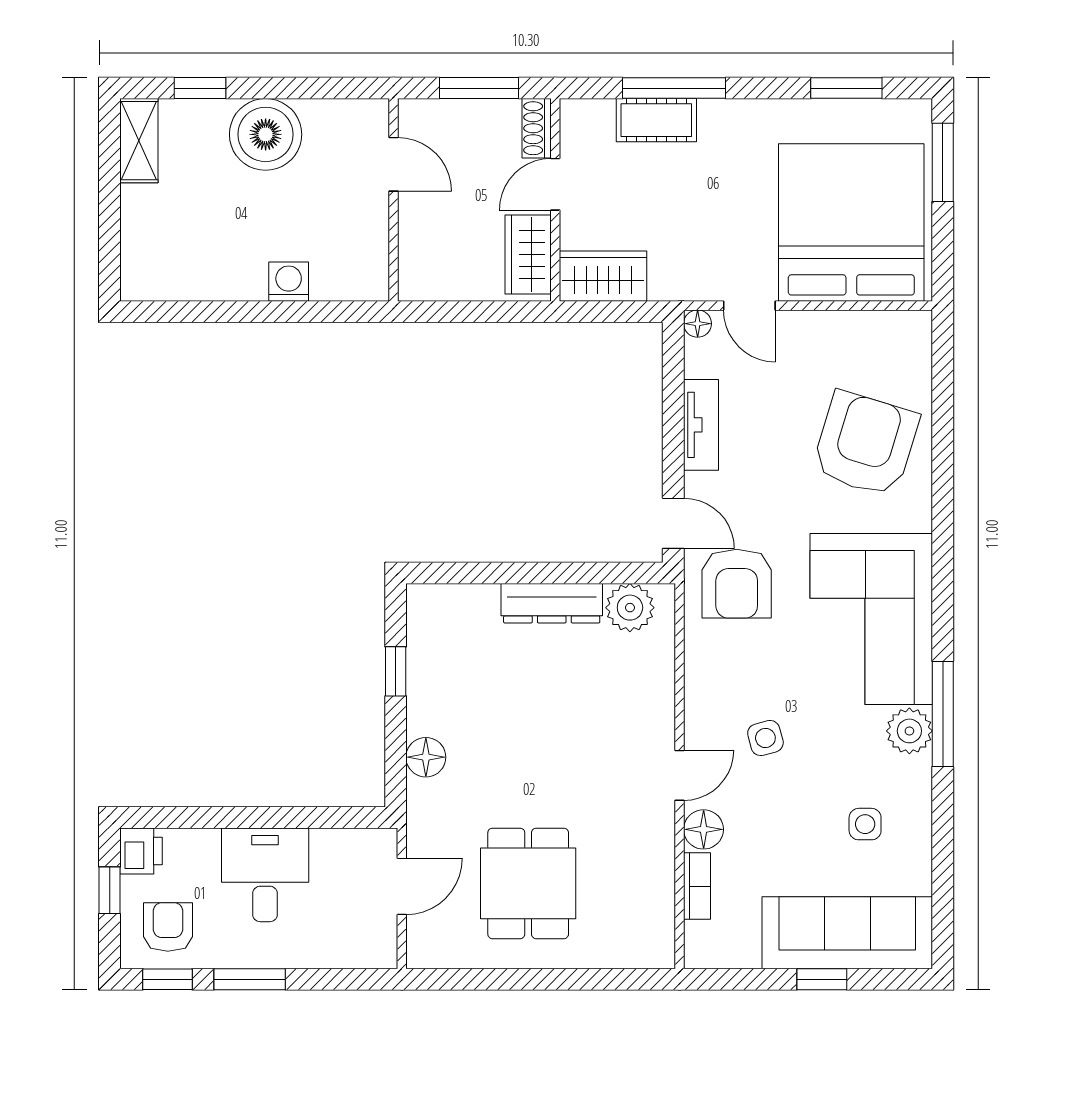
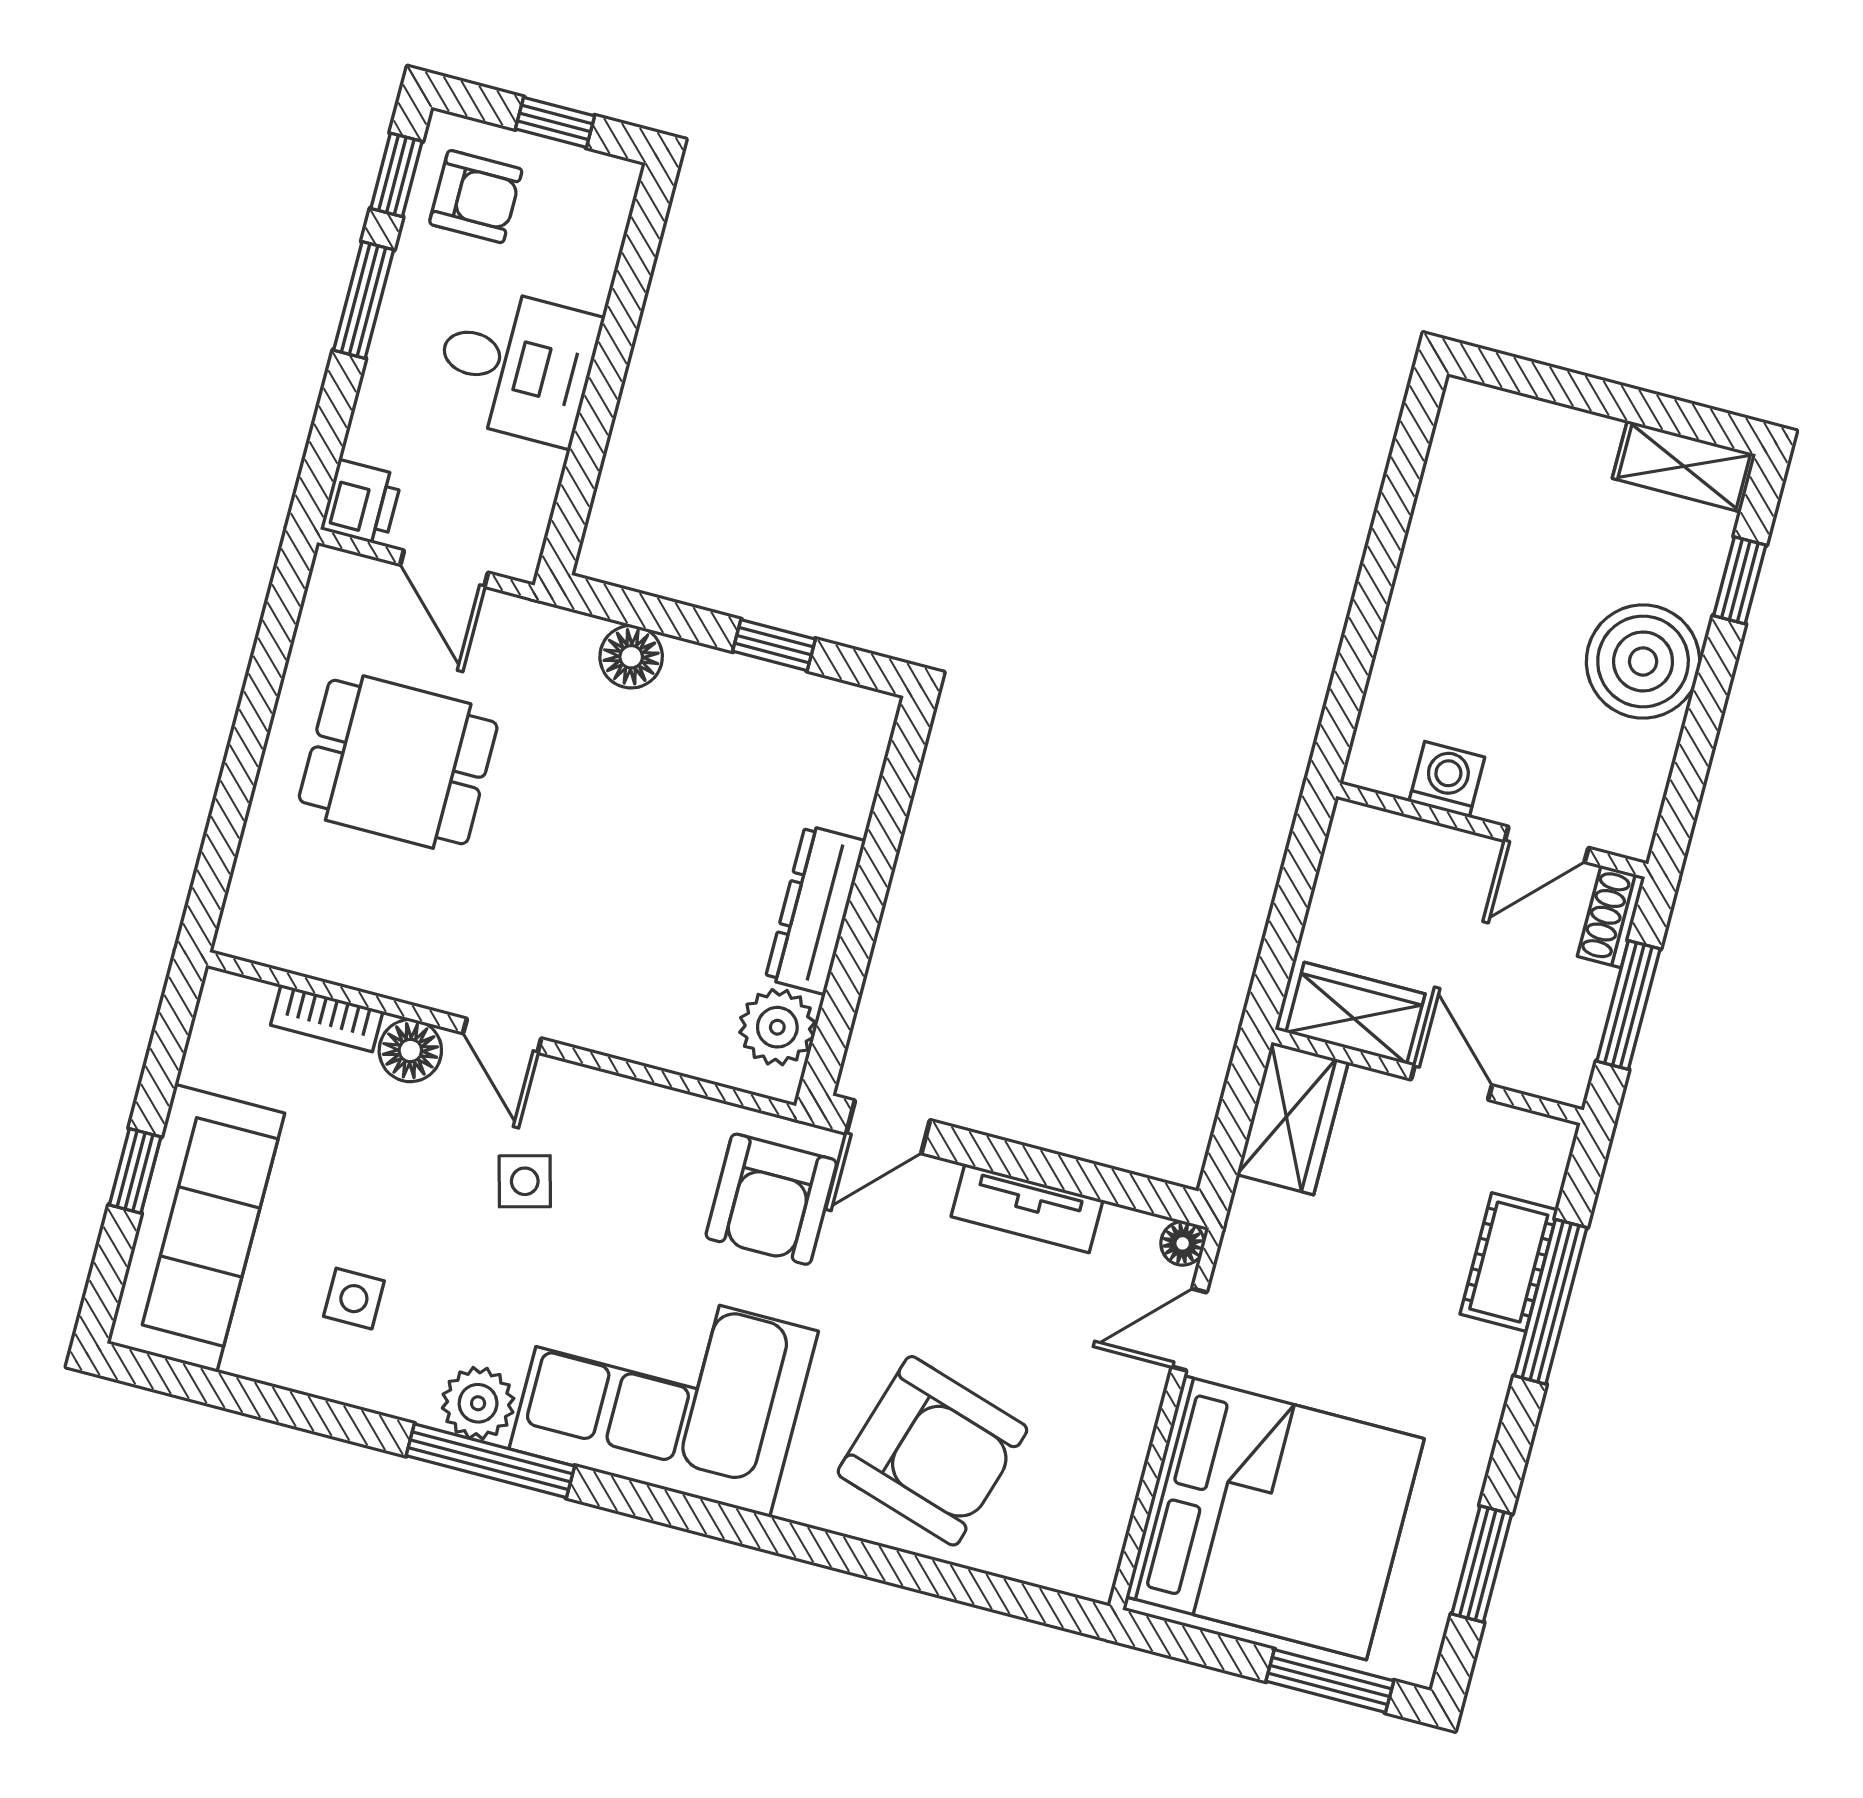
shoe rack: (537, 128) -> (1611, 917), moved, turned -90
washing machine: (289, 282) -> (1447, 779), moved, turned -90
armchair: (737, 584) -> (771, 1199), turned -90
printer: (141, 851) -> (361, 503), moved, turned -90

